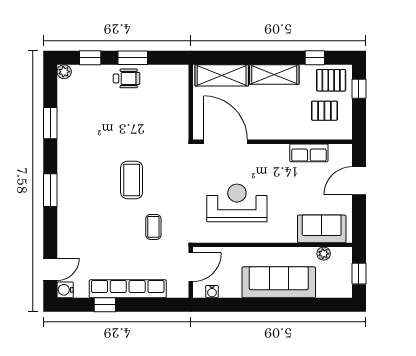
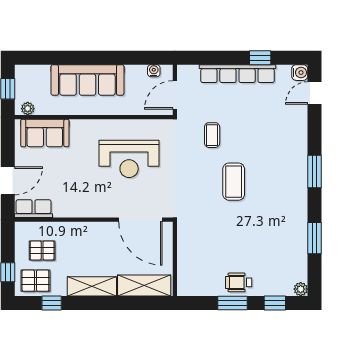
row of seats: (309, 153) -> (34, 209), moved
plant: (324, 254) -> (28, 109), moved

